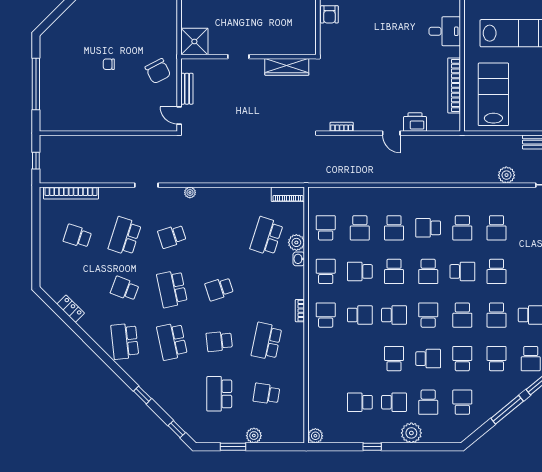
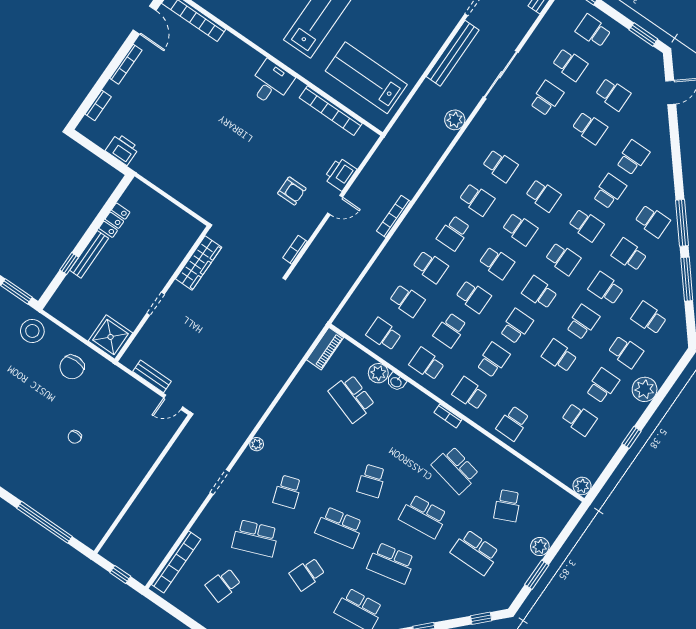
armchair: (329, 14) -> (292, 191), moved
chair: (158, 71) -> (72, 367), moved, turned 117
bookcase: (411, 179) -> (394, 216), added
school desk: (125, 236) -> (255, 538), turned -39
school desk: (462, 271) -> (520, 229), turned 90
school desk: (219, 341) -> (423, 517), width x1.85
school desk: (326, 359) -> (513, 423), added
school desk: (266, 394) -> (507, 506), turned -33
school desk: (360, 402) -> (579, 419), turned -90

